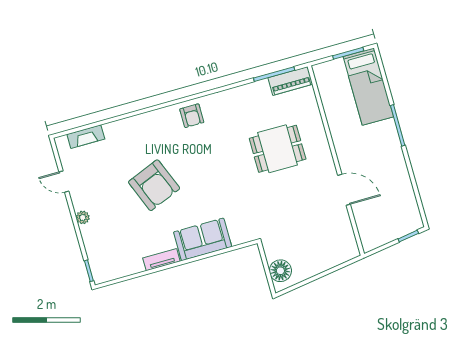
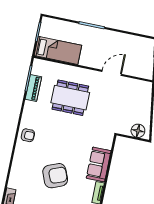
piano: (290, 81) -> (33, 88), moved
bed: (368, 87) -> (58, 50), moved
dining table: (278, 149) -> (70, 98), width x1.38

